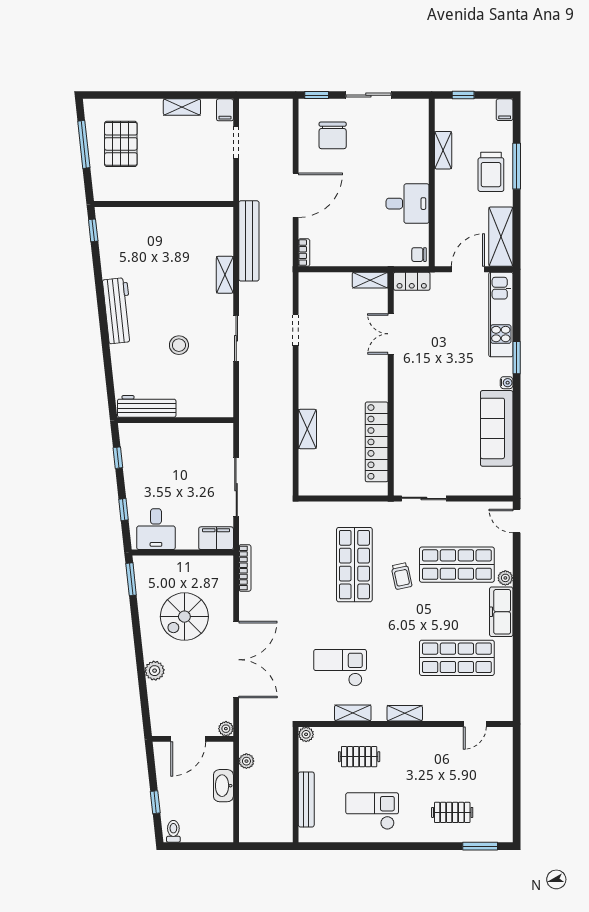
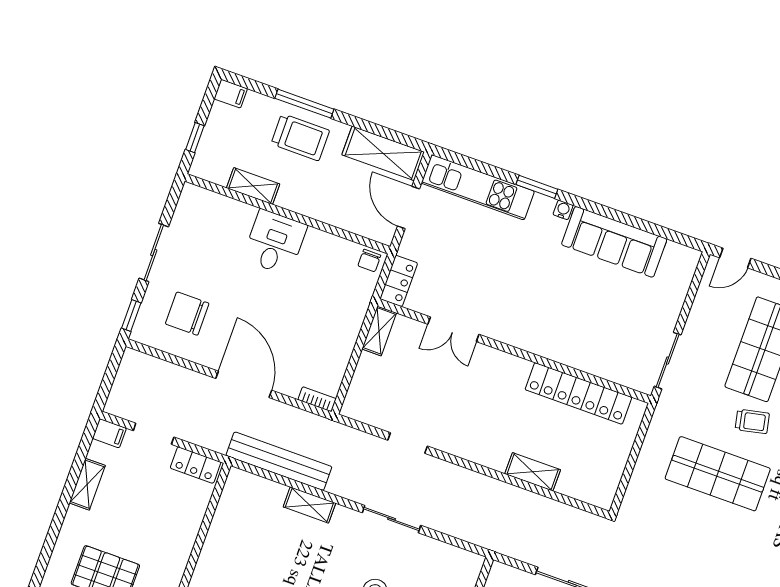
chair: (333, 135) -> (187, 314), turned 180
locker: (224, 181) -> (196, 465), added
desk: (408, 204) -> (275, 242), moved

